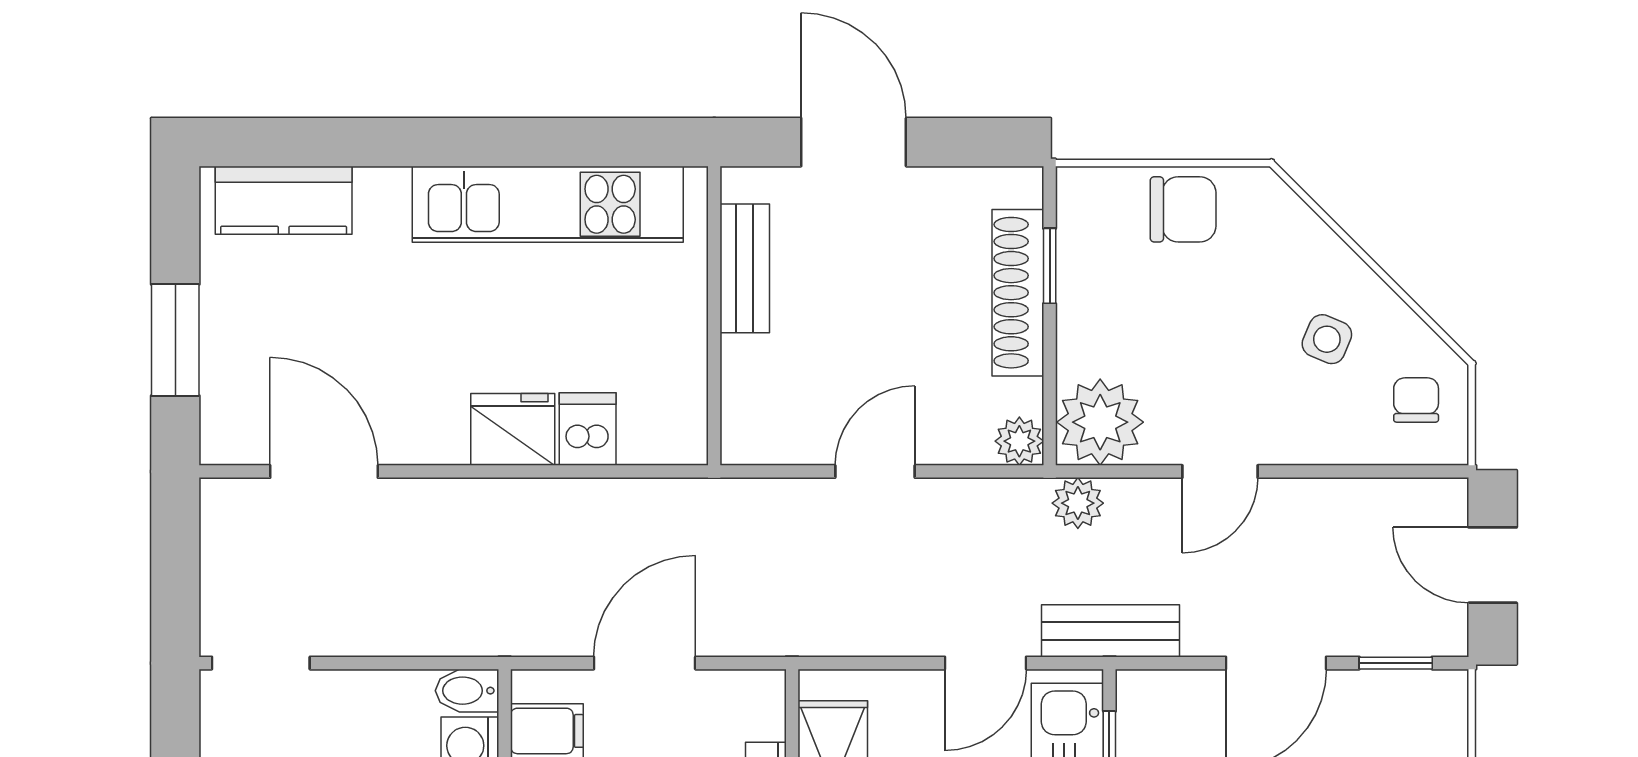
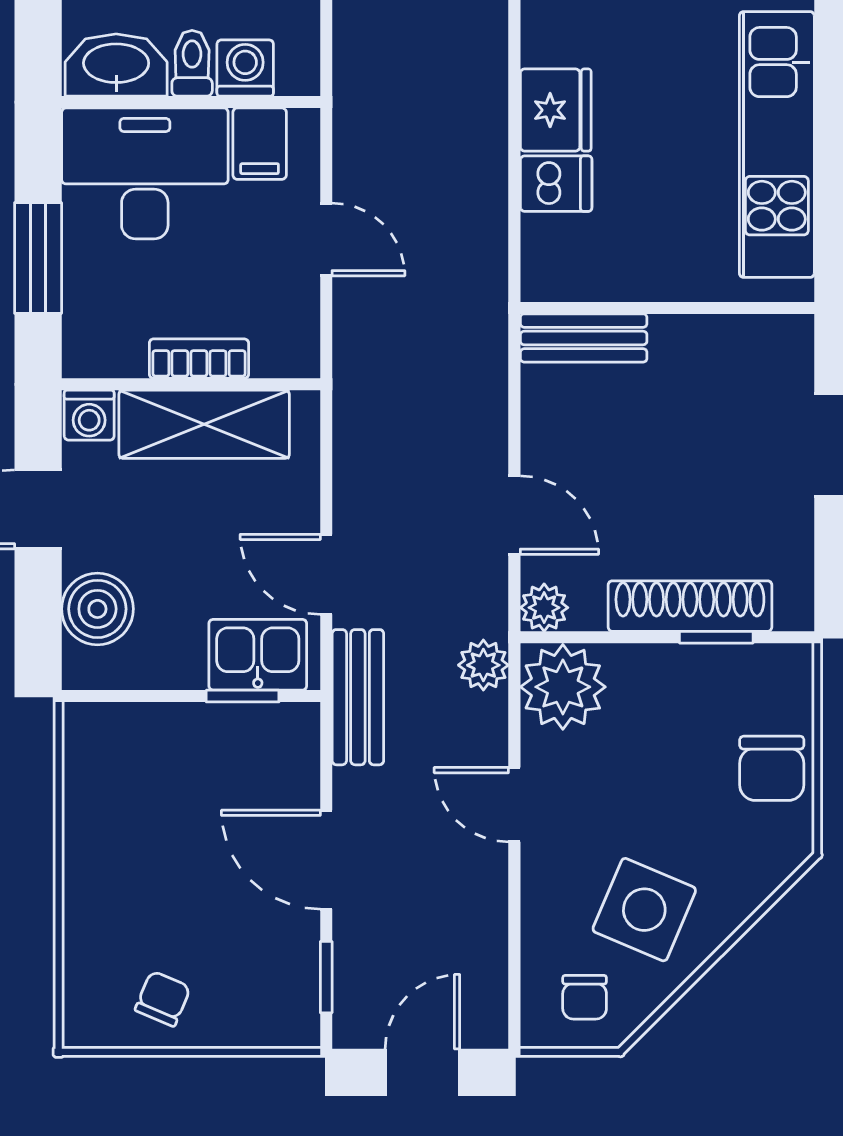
bench: (745, 268) -> (584, 338), moved
side table: (1327, 339) -> (644, 910), width x1.87, depth x1.87
chair: (1416, 400) -> (585, 997), turned 90
door: (875, 471) -> (514, 515), moved
door: (645, 663) -> (326, 240), width x0.73
bidet: (467, 691) -> (299, 65), removed

